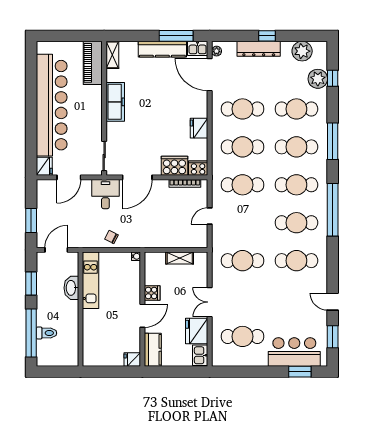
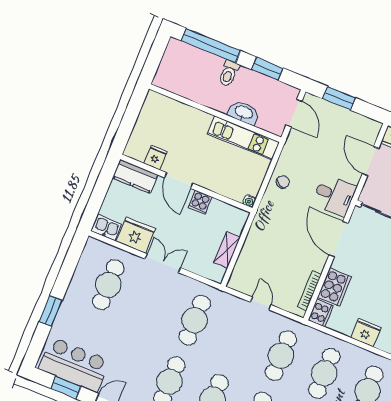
toilet: (46, 333) -> (229, 73), moved
bar counter: (294, 352) -> (74, 365), moved, turned -90
fridge: (132, 360) -> (155, 157), moved
window: (300, 372) -> (51, 311), moved

